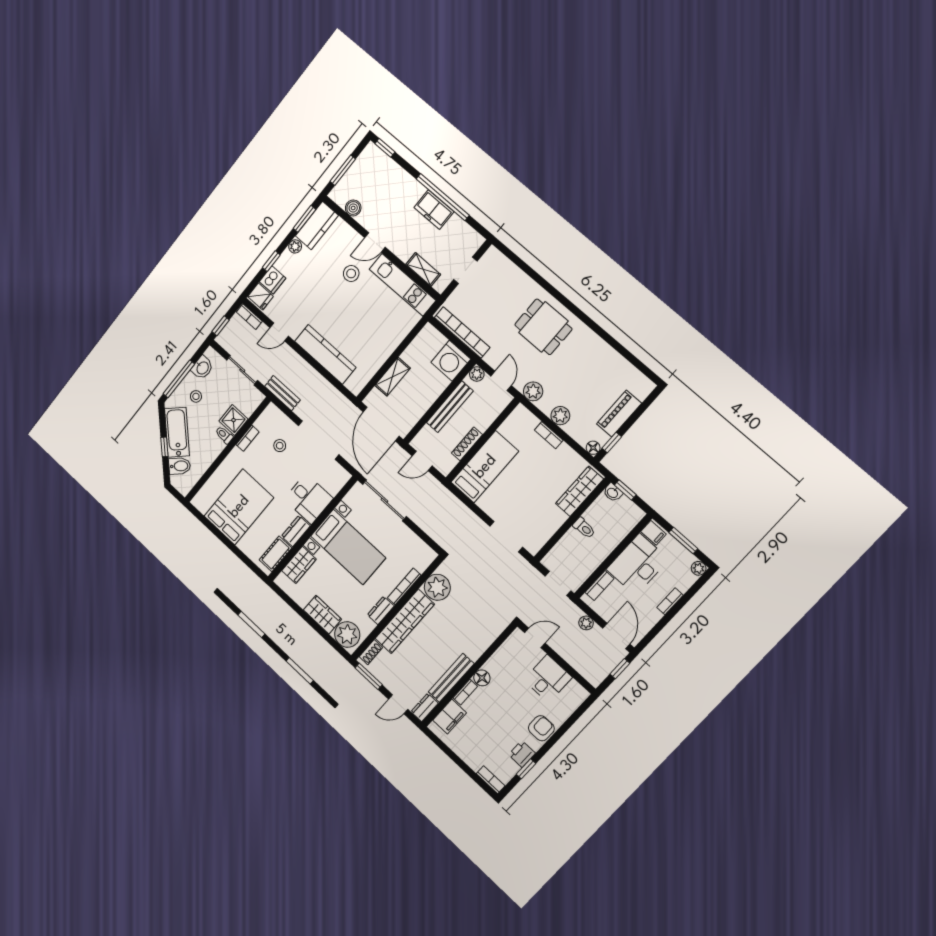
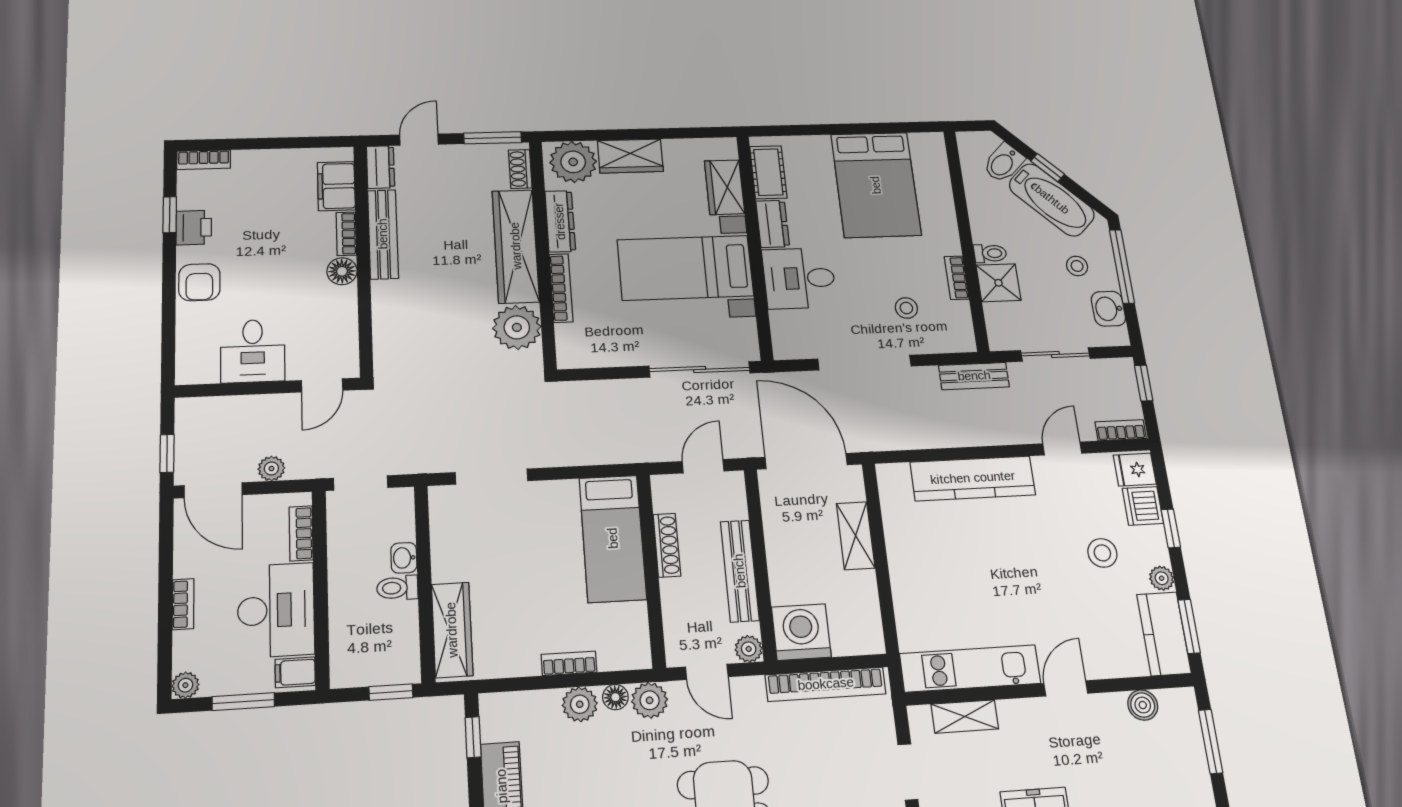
stool: (351, 273) -> (1102, 553), moved
floor lamp: (593, 448) -> (615, 697), moved
washbasin: (613, 493) -> (404, 558), moved, turned -90
dresser: (381, 610) -> (560, 221), width x1.44

